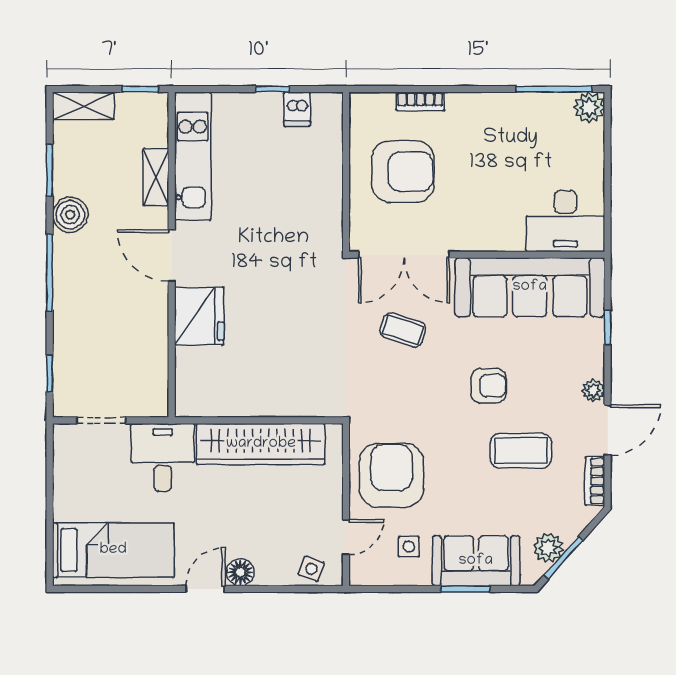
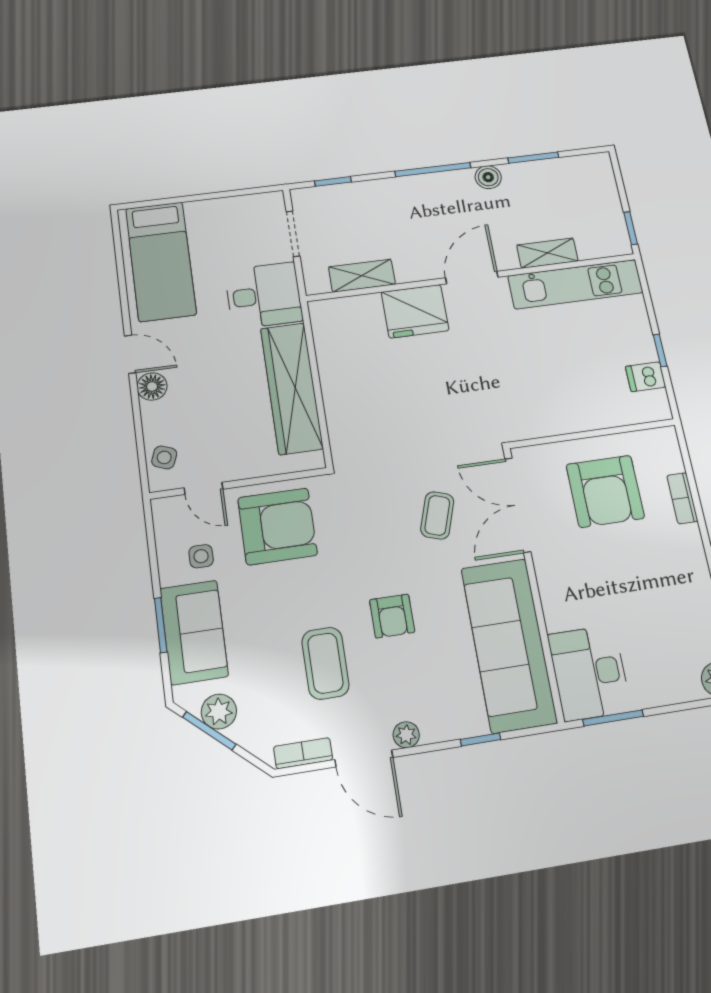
shelving: (83, 106) -> (362, 276), moved, turned 90
window: (608, 208) -> (613, 718), added
boiler: (70, 215) -> (488, 177), width x0.73, depth x0.73

